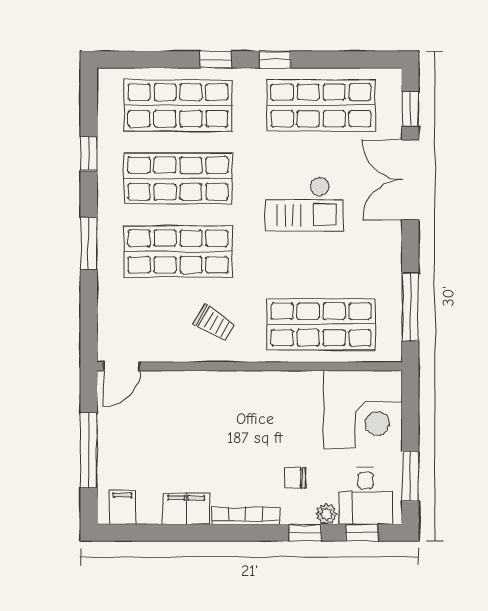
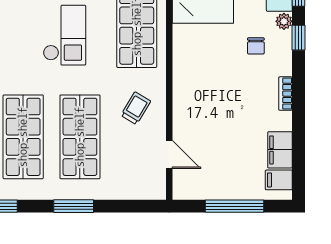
checkout: (304, 204) -> (64, 35), moved
door: (122, 366) -> (169, 155), moved
filing cabinet: (186, 509) -> (280, 150), moved
bookcase: (246, 516) -> (285, 94), width x0.64

